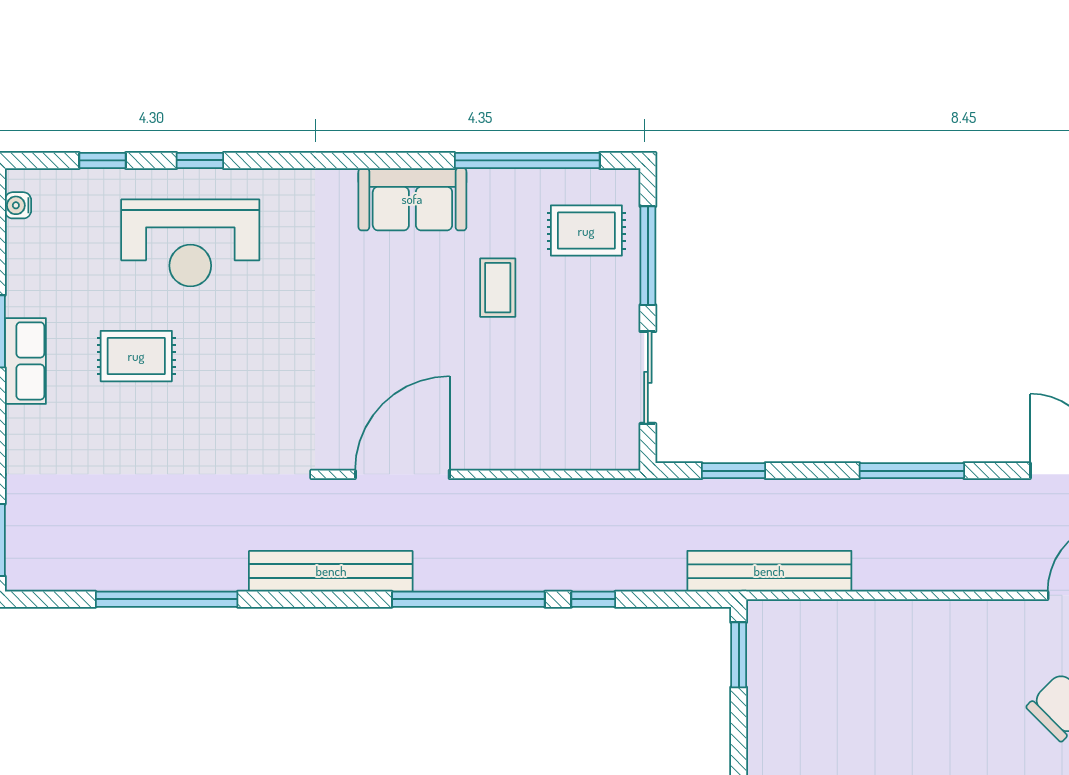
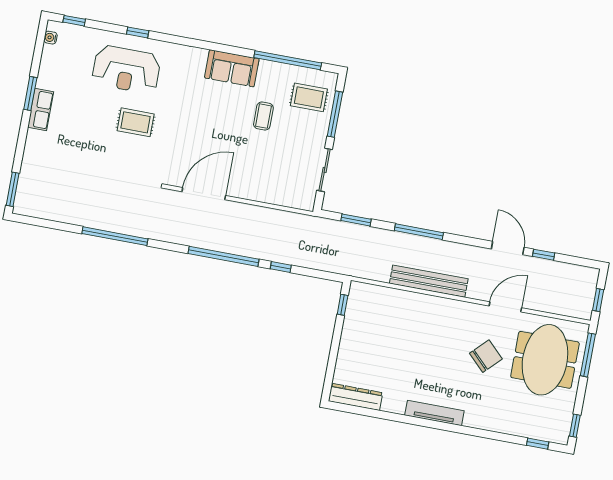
window: (102, 160) -> (74, 21), moved
rug: (136, 356) -> (136, 122), moved
window: (912, 471) -> (419, 232), moved
bench: (331, 571) -> (163, 232), removed
bench: (769, 571) -> (429, 281), moved
window: (167, 599) -> (115, 236), moved
window: (739, 655) -> (343, 305), width x0.67

